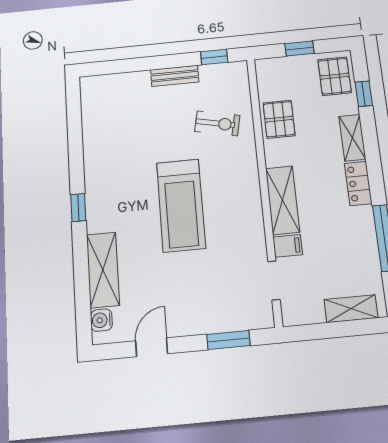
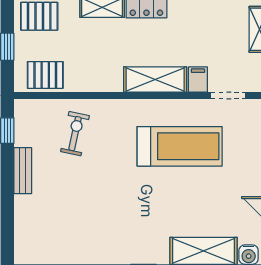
pallet: (279, 119) -> (45, 75), moved
treadmill: (181, 205) -> (180, 146), moved

